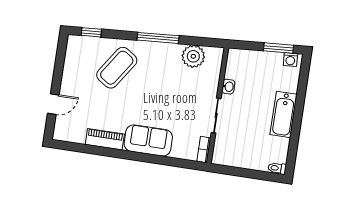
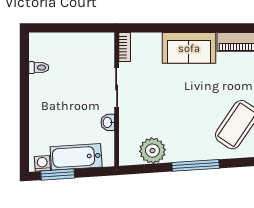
bathtub: (283, 114) -> (76, 157), moved, turned -94
toilet: (277, 168) -> (39, 68), moved

